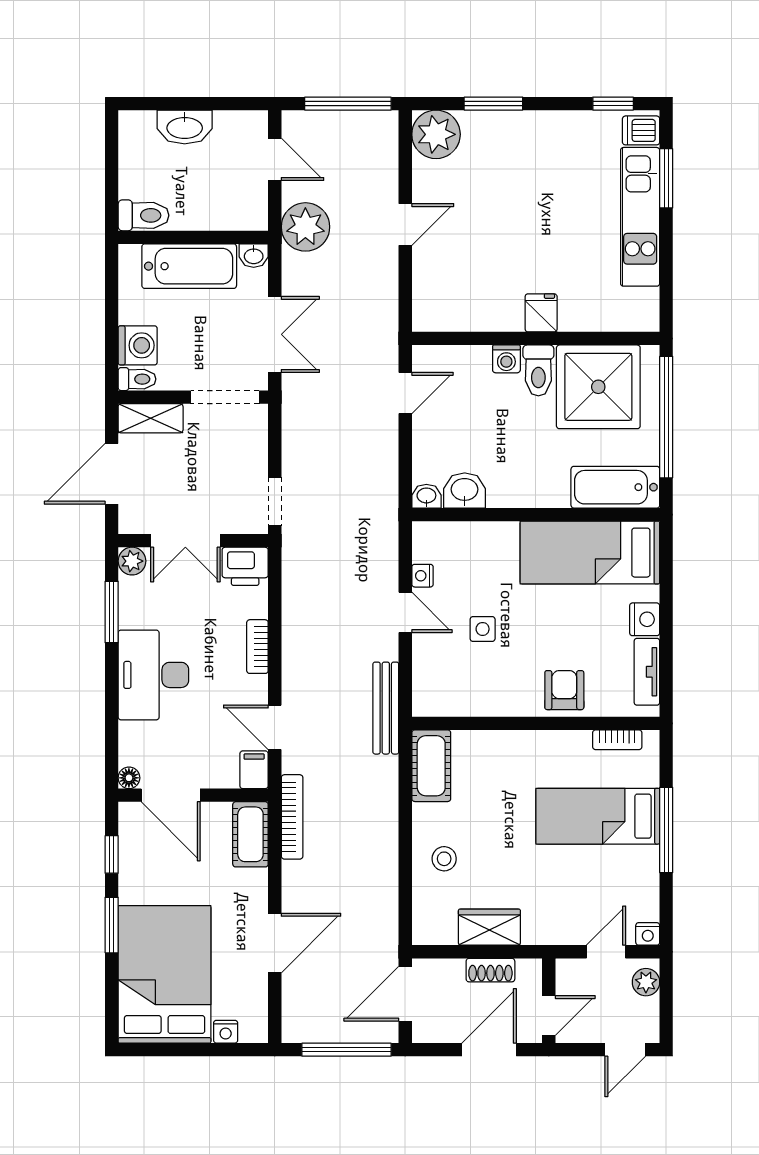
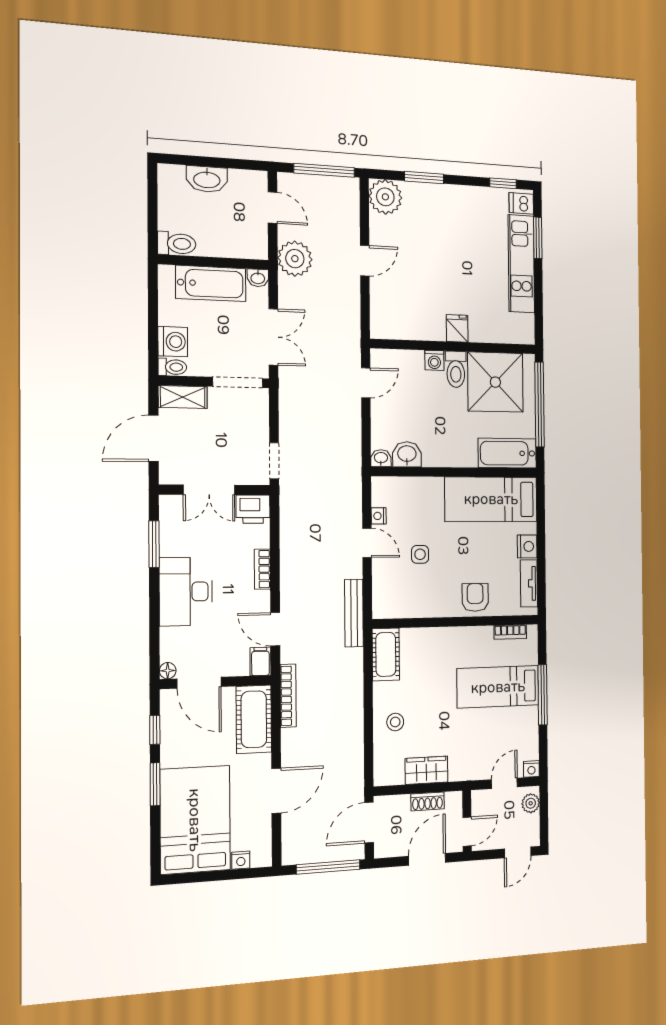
plant: (132, 561) -> (169, 505), removed
cot: (250, 834) -> (254, 719), width x1.37, depth x1.34

